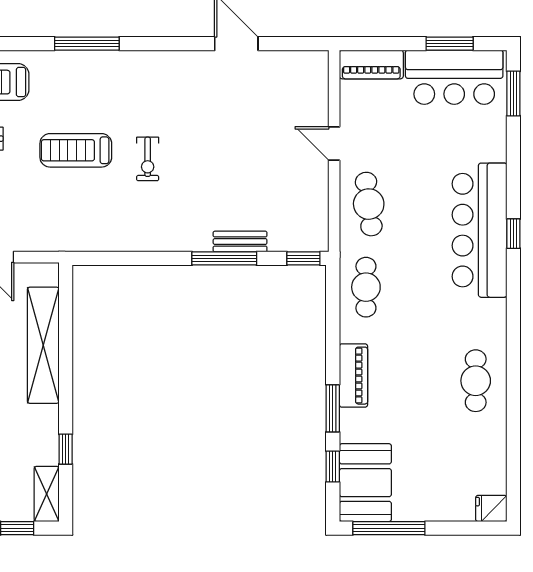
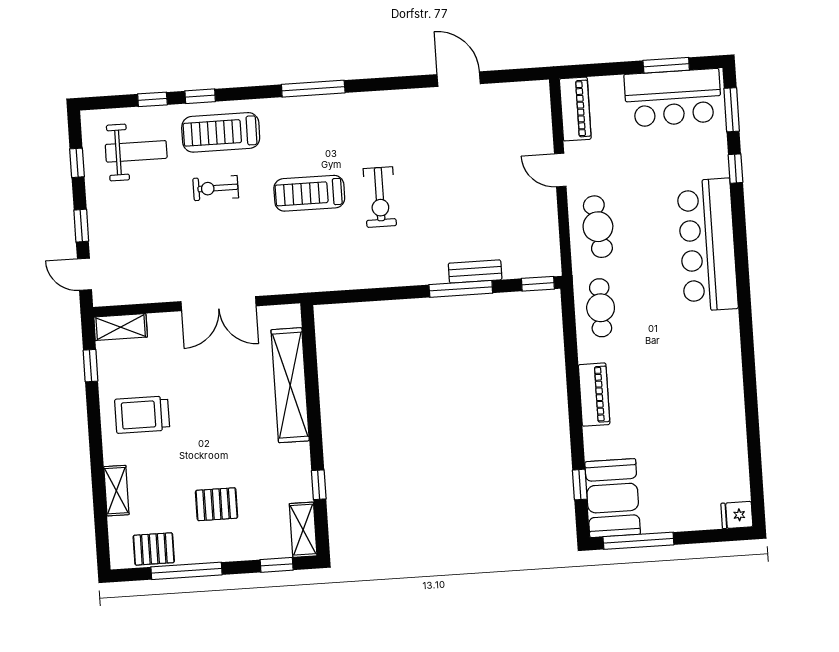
piano: (371, 64) -> (575, 109), moved, turned -90
exercise bike: (148, 159) -> (380, 197), width x1.38, depth x1.39
window: (513, 234) -> (736, 169), moved
cafe table: (476, 381) -> (713, 392), removed
window: (333, 408) -> (576, 428), removed

